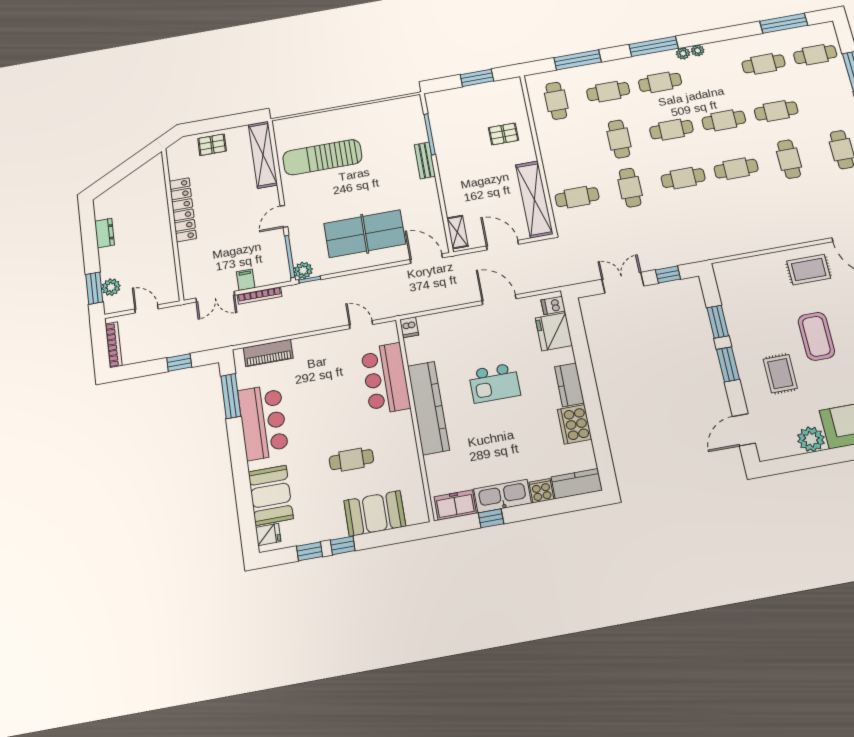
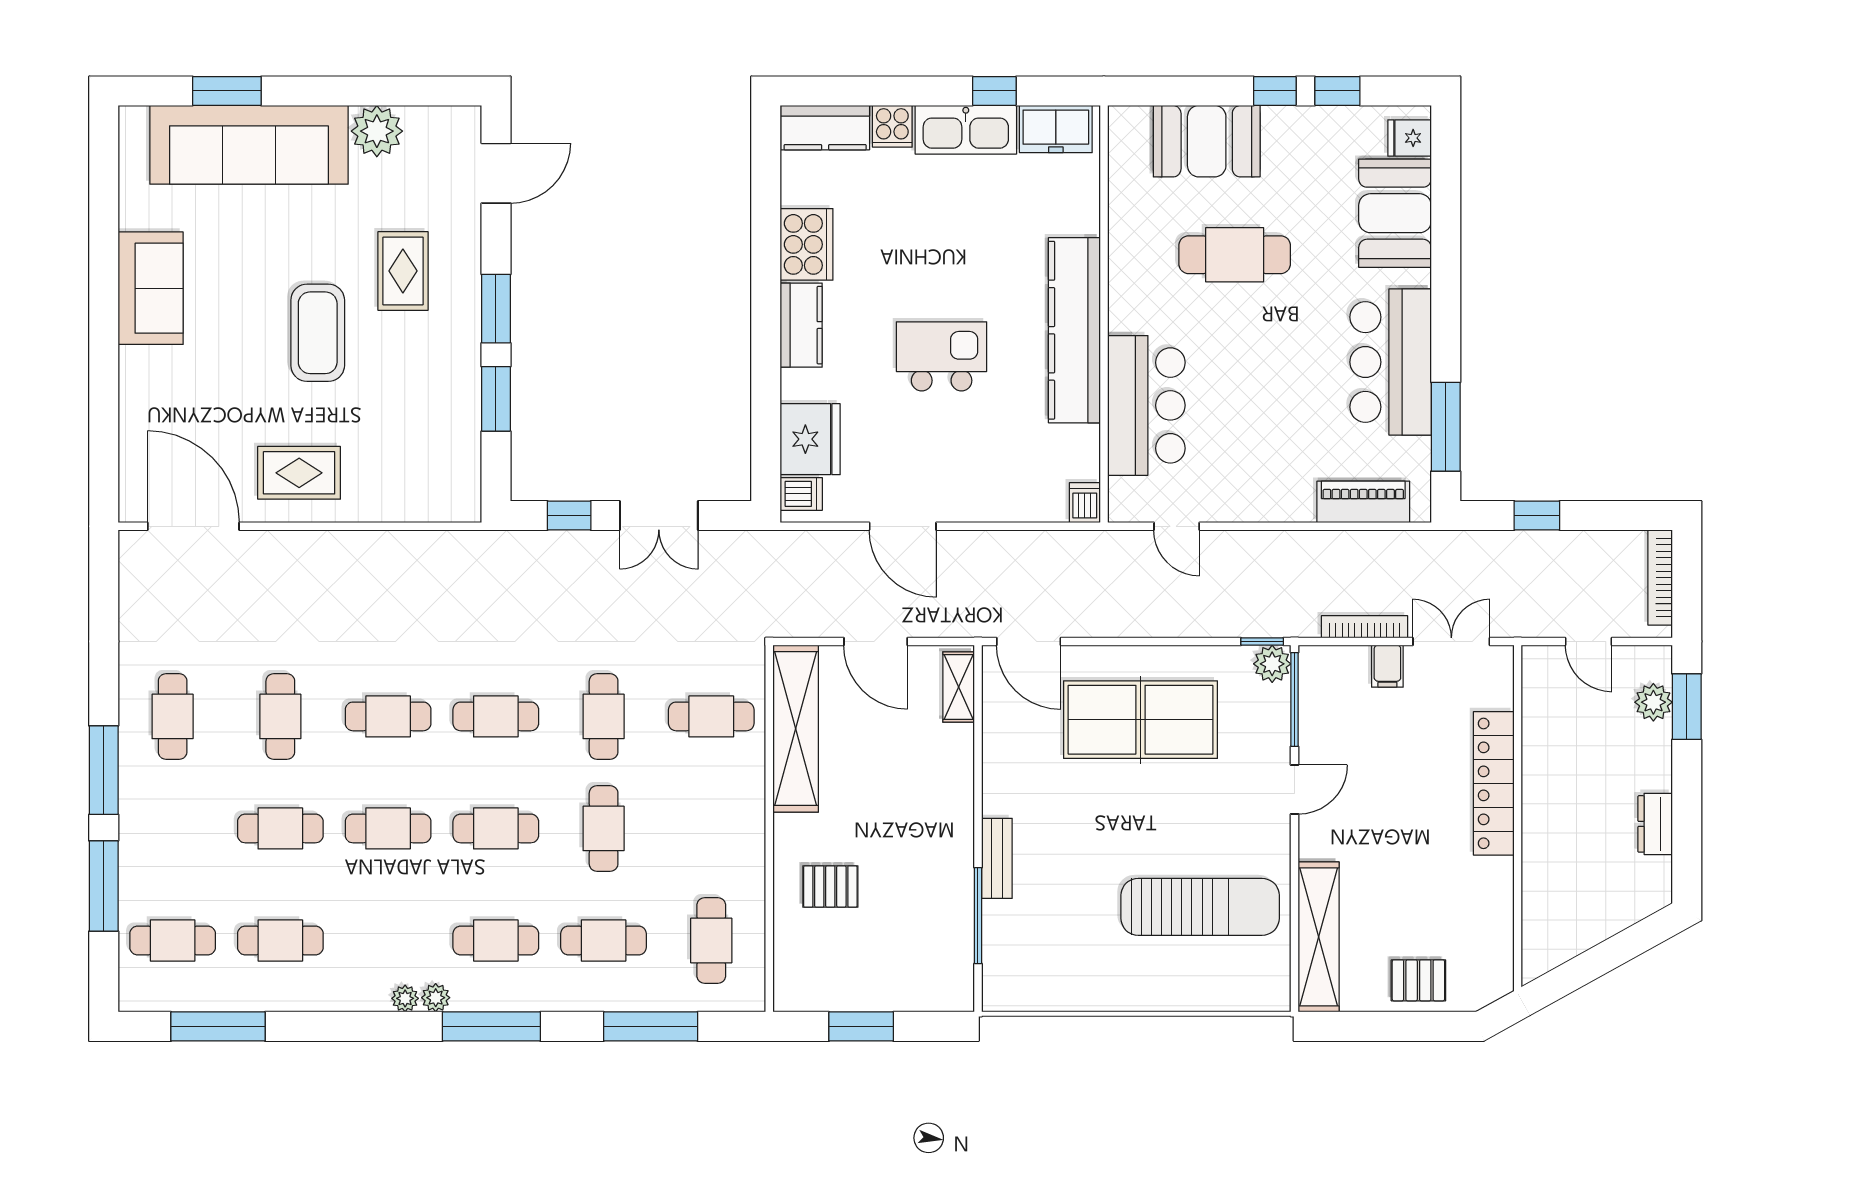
locker: (183, 210) -> (1494, 783), moved
cafe table: (351, 460) -> (1235, 255), width x1.37, depth x1.35

